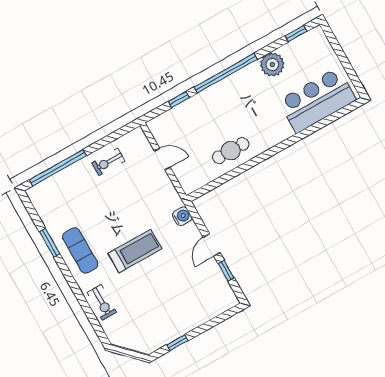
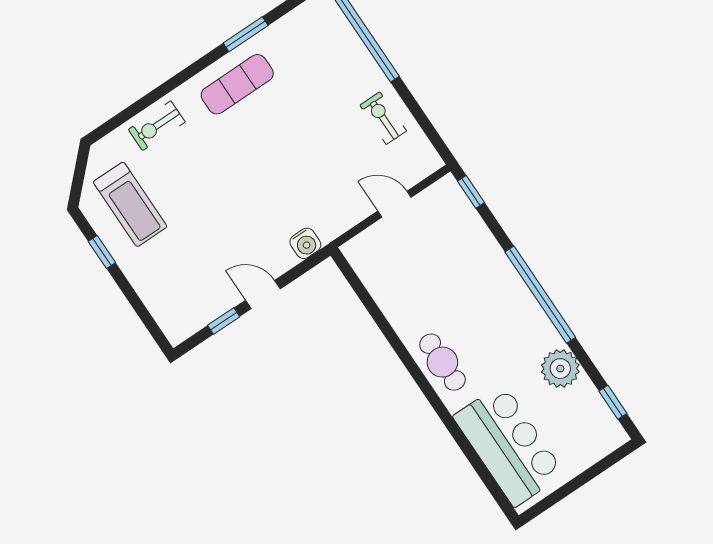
window: (179, 100) -> (471, 192), moved
cafe table: (231, 151) -> (442, 362), moved
door: (162, 159) -> (394, 204), swing flipped
treadmill: (135, 251) -> (130, 204), moved

